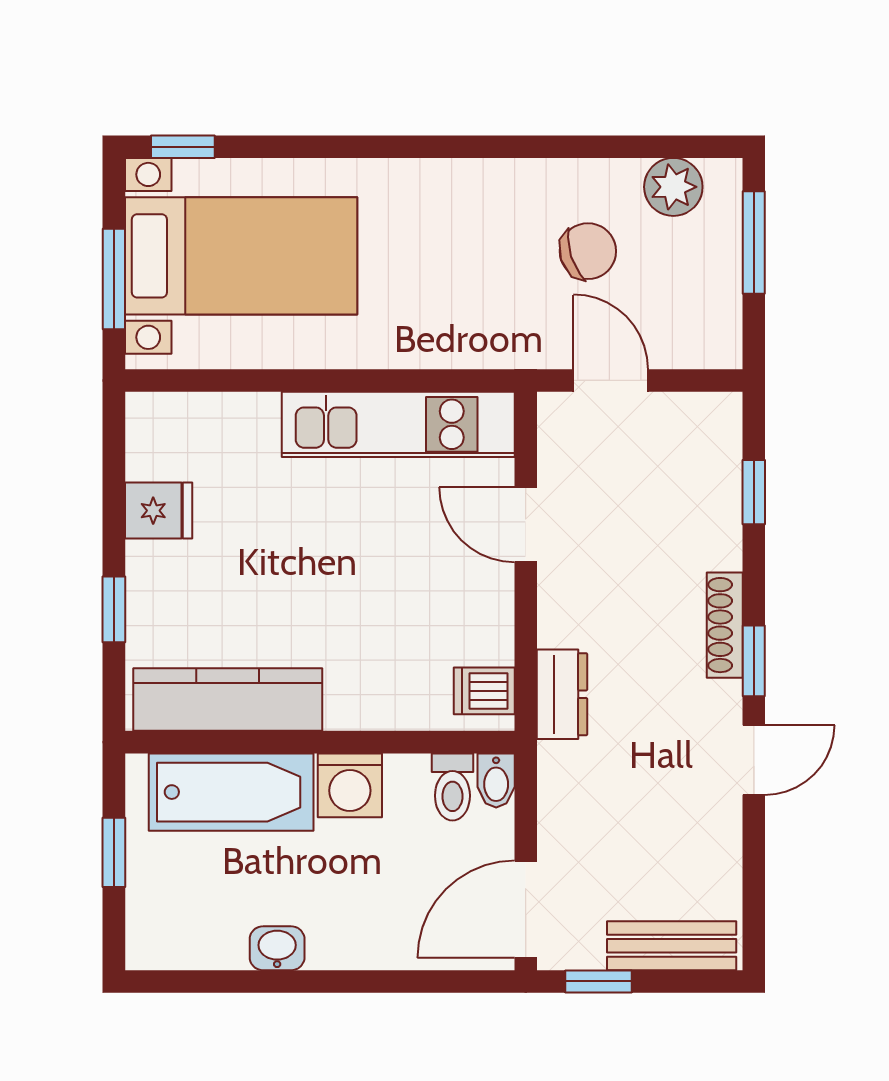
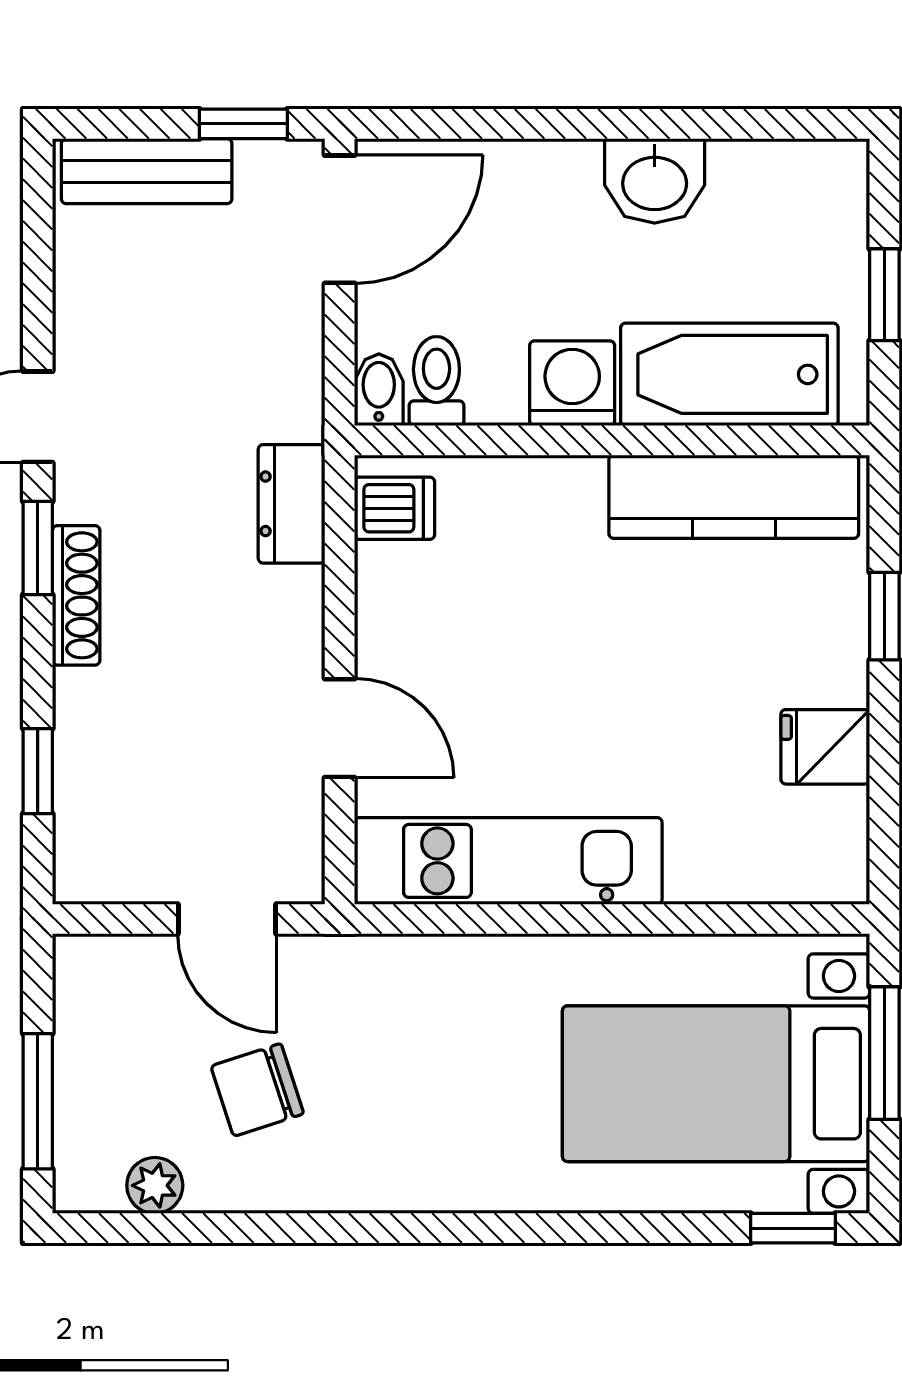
plant: (673, 187) -> (155, 1185), width x0.73, depth x0.73
washbasin: (277, 948) -> (655, 181), width x1.38, depth x1.45

